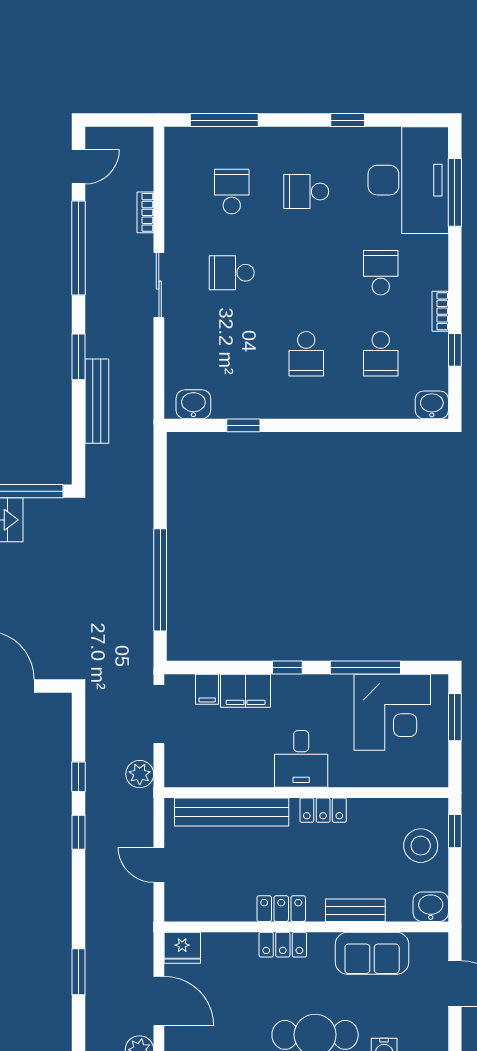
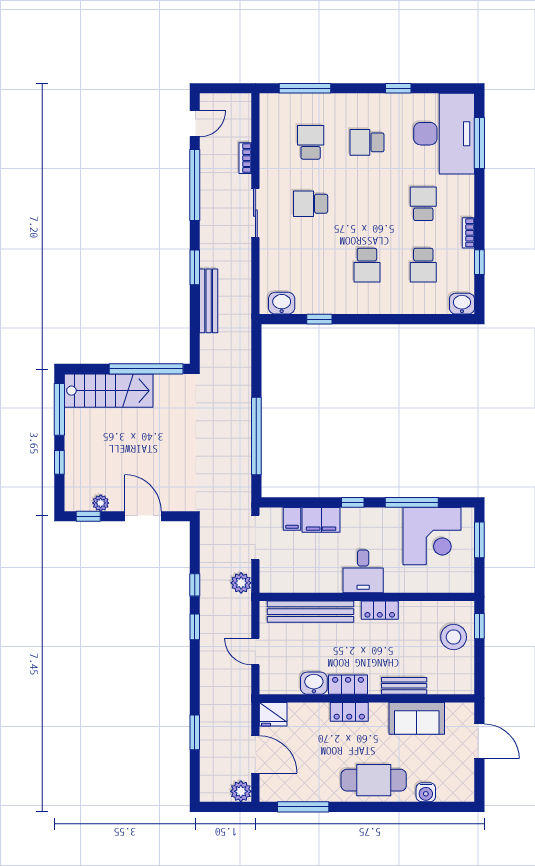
washbasin: (431, 907) -> (314, 683), moved

